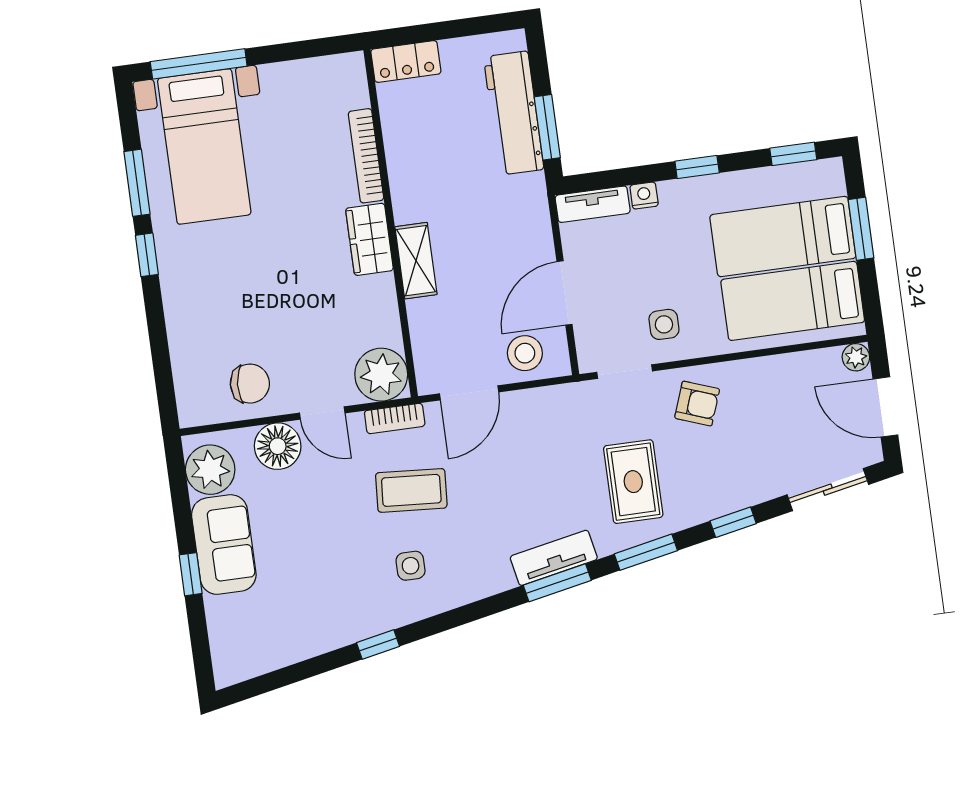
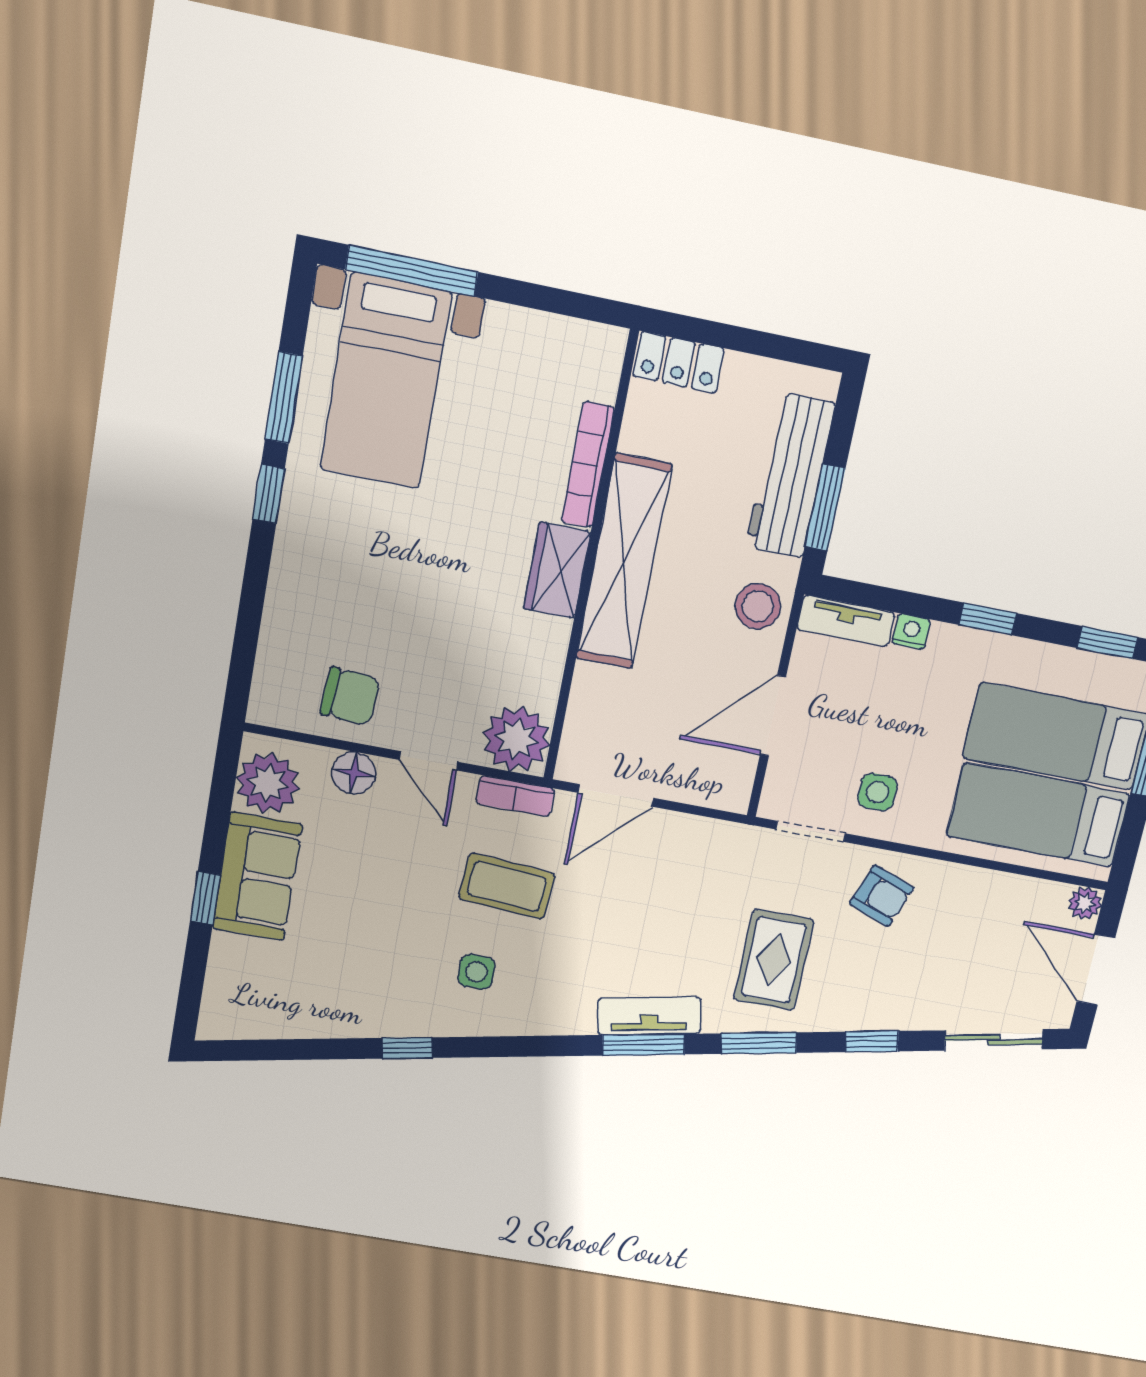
shelving: (416, 261) -> (624, 562), width x2.20, depth x1.33
stool: (525, 353) -> (758, 606), moved
floor lamp: (278, 446) -> (354, 773), width x0.73, depth x0.73

